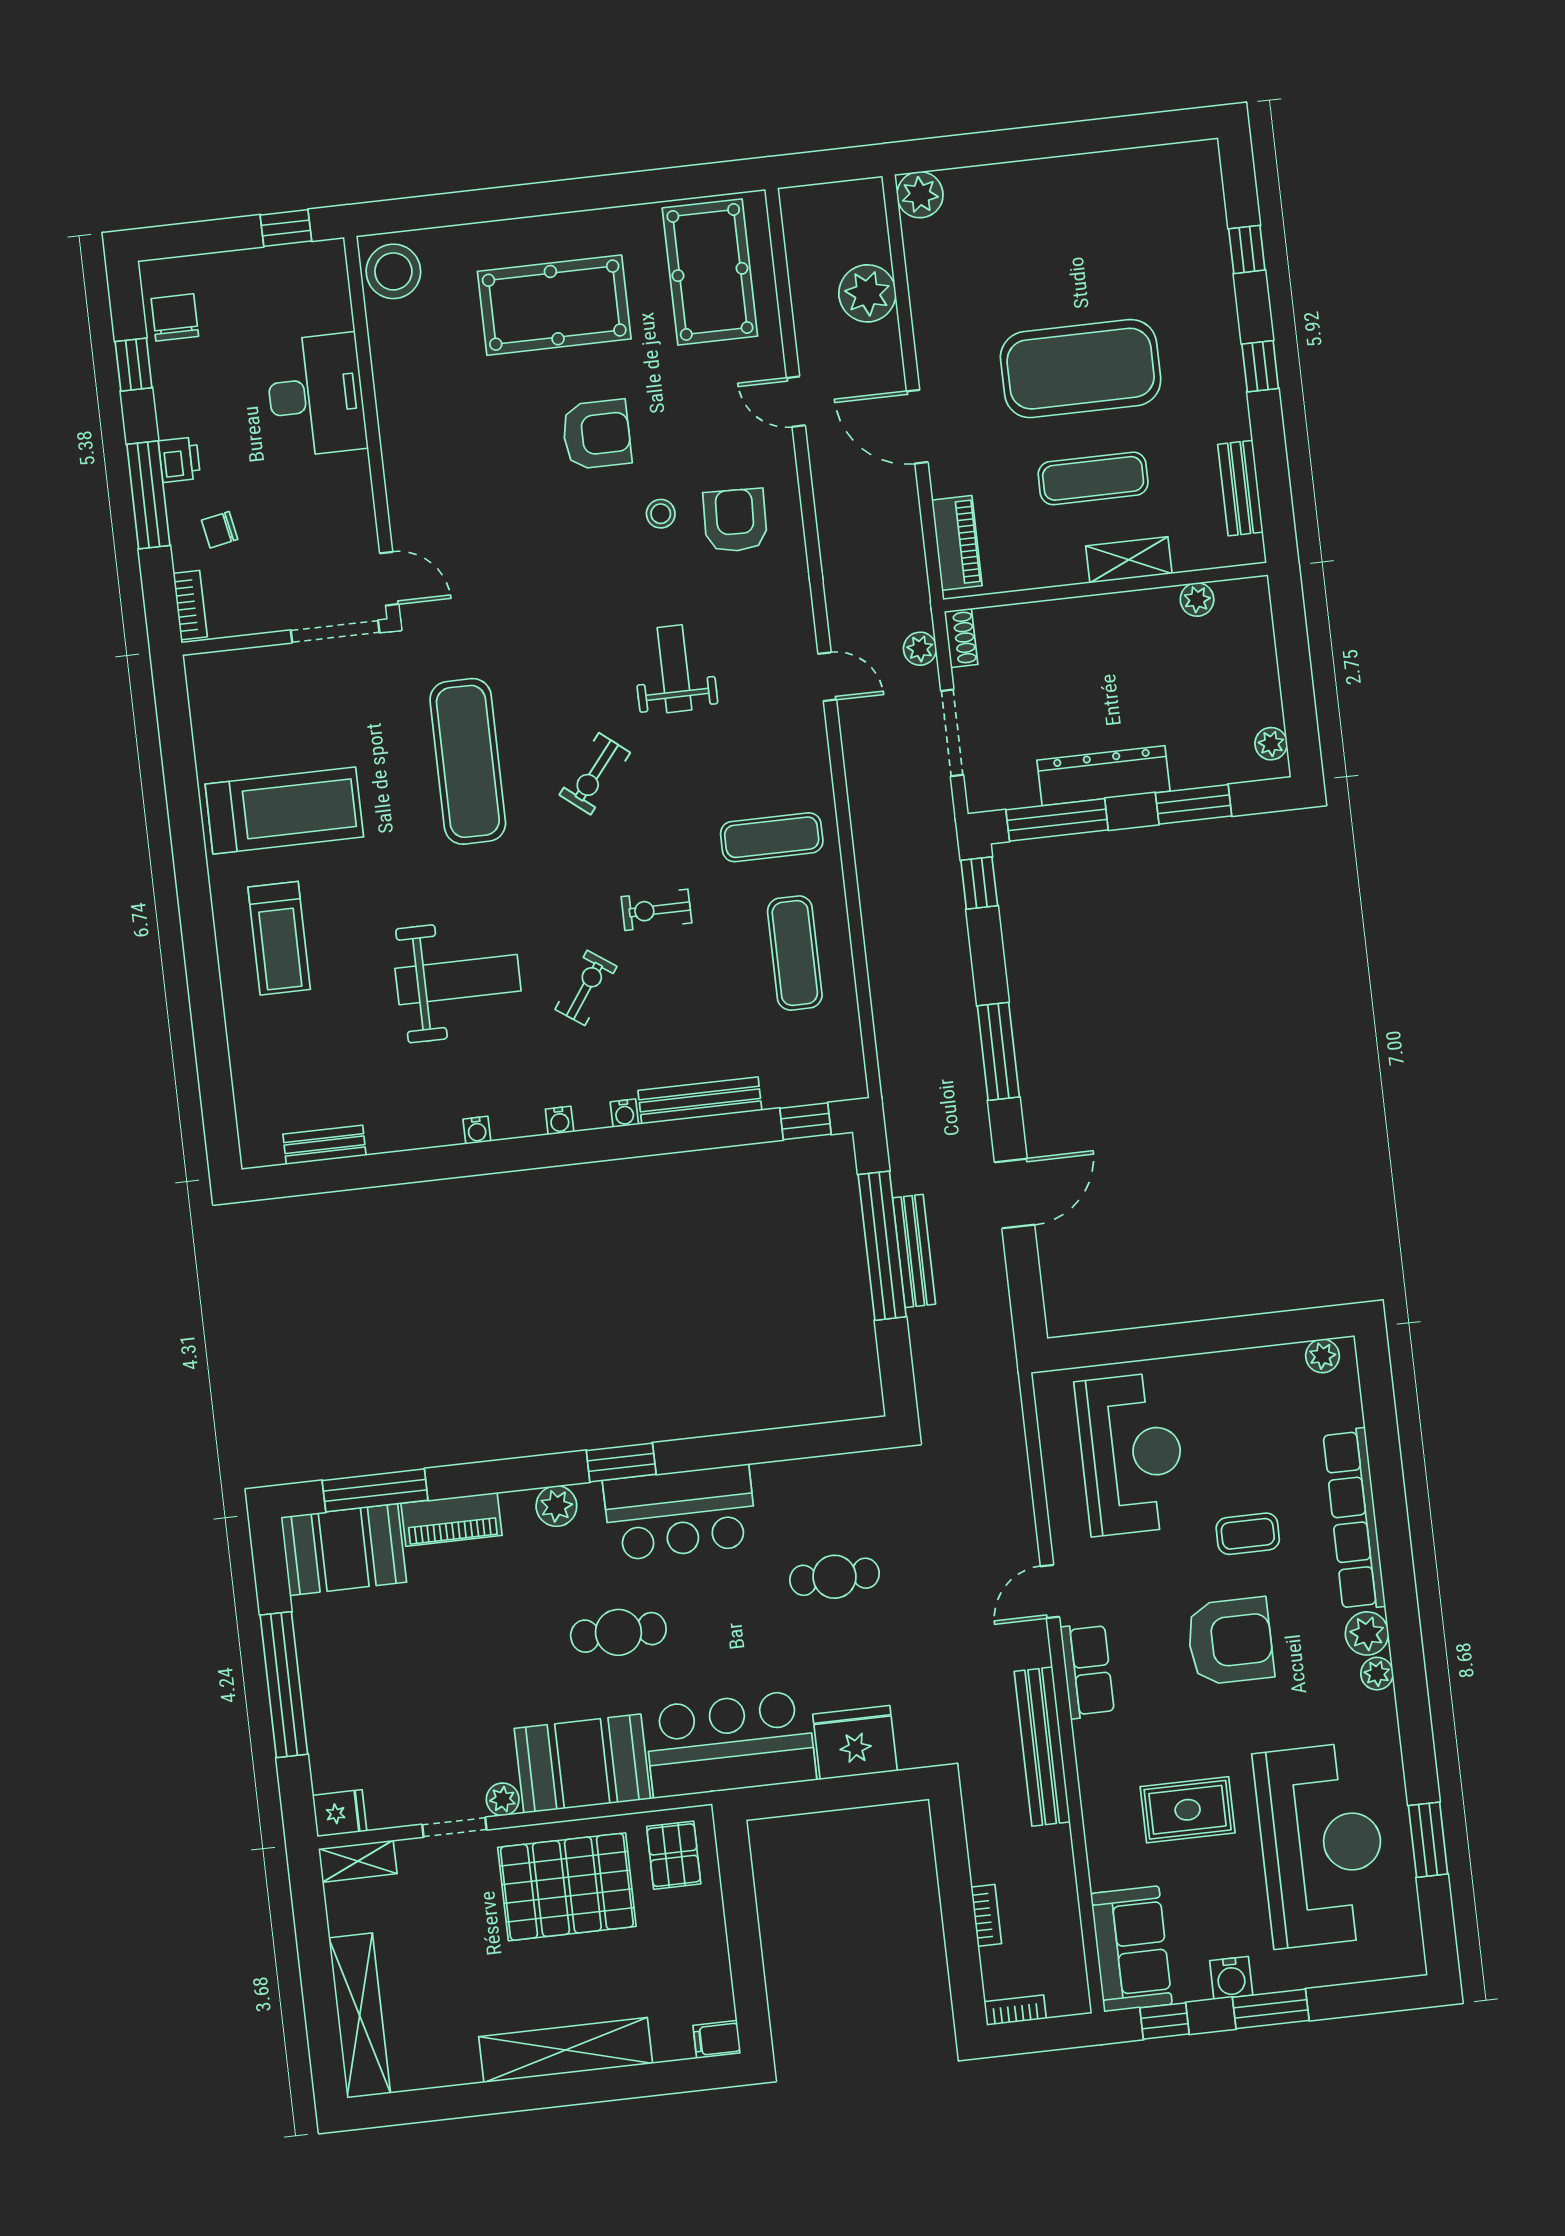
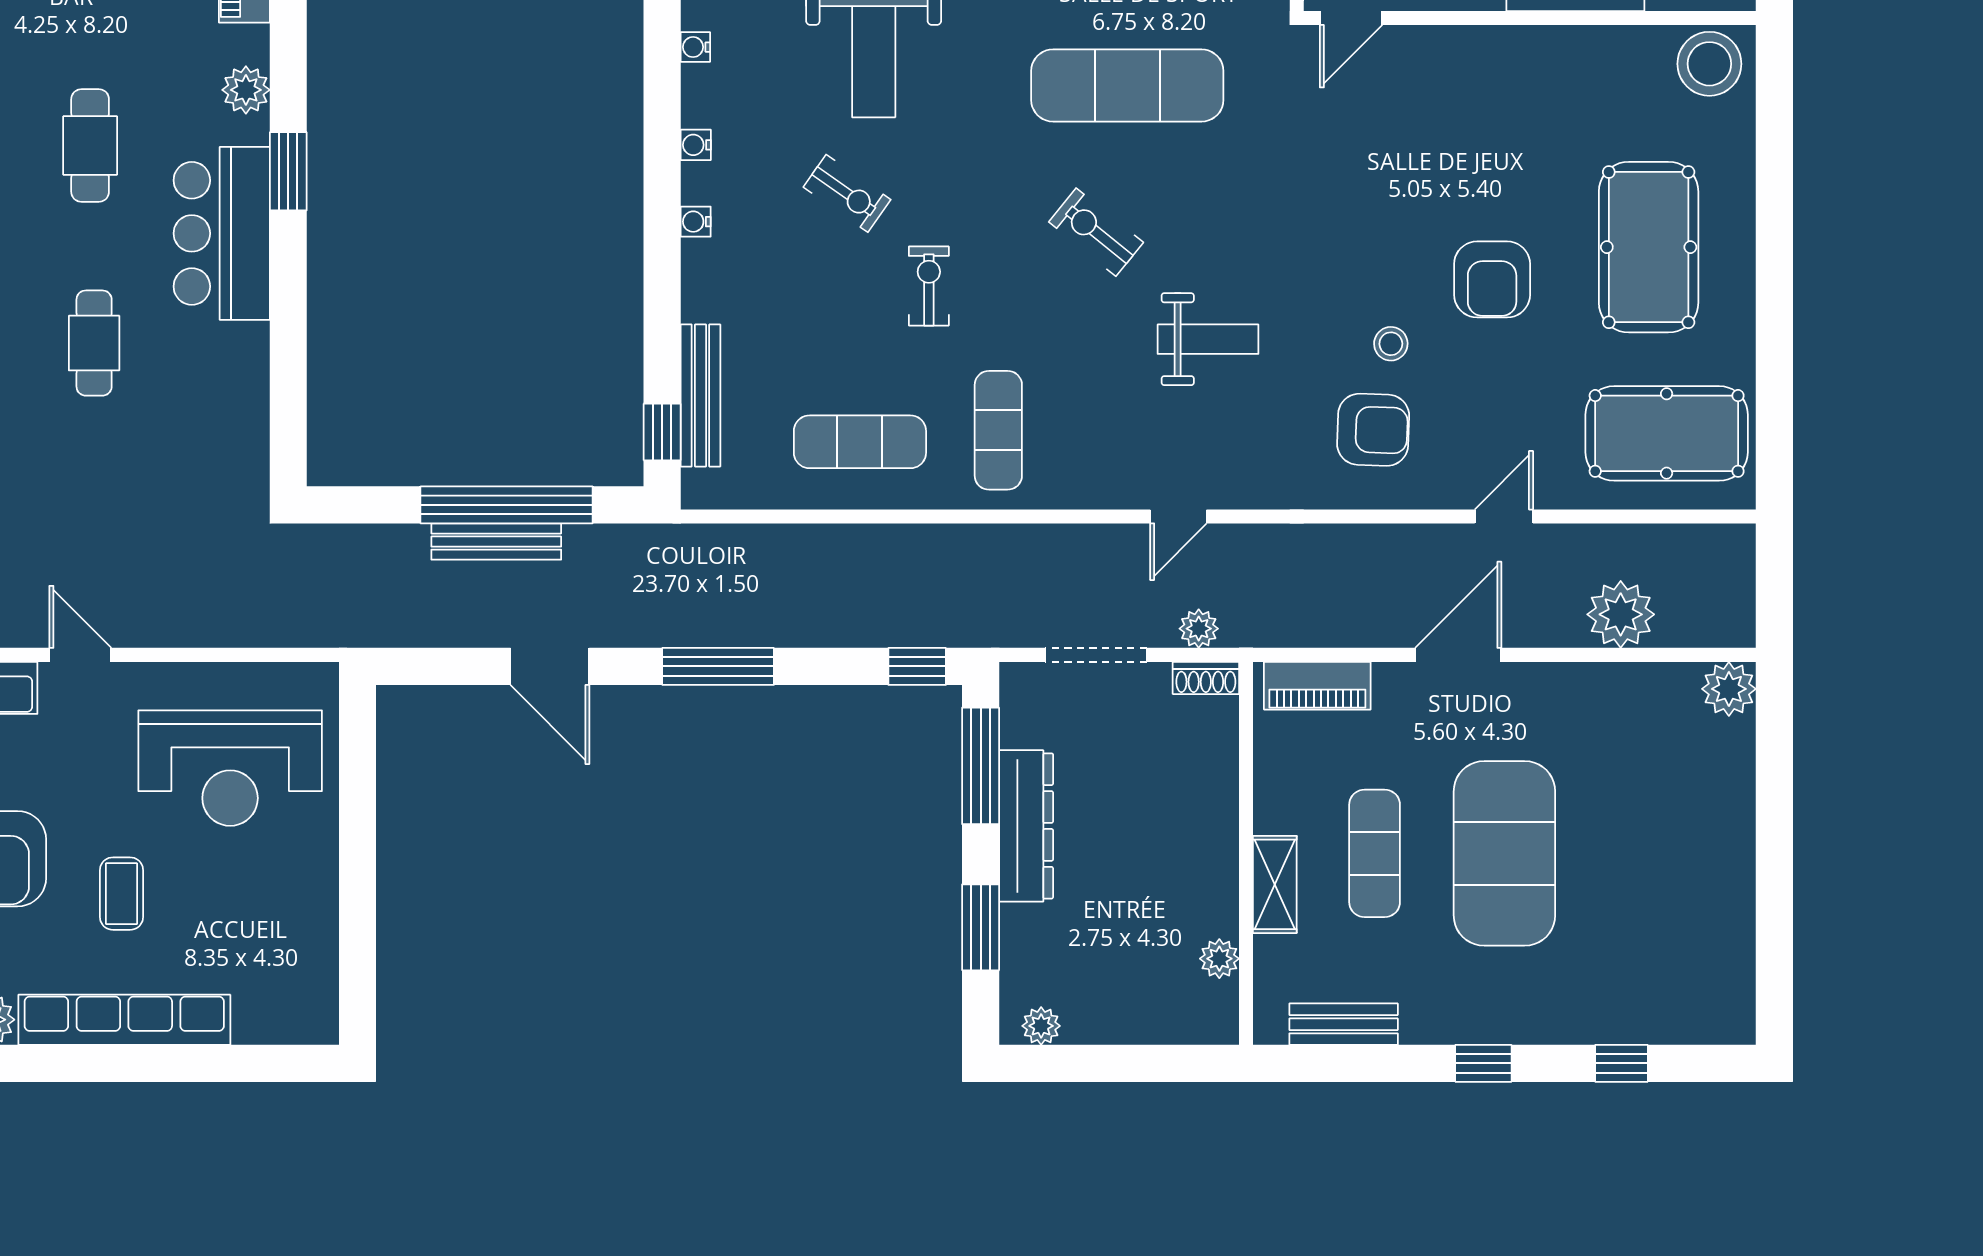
bench: (700, 1100) -> (700, 395), moved
plant: (1322, 1356) -> (319, 1004), removed
cafe table: (835, 1577) -> (94, 343), moved

